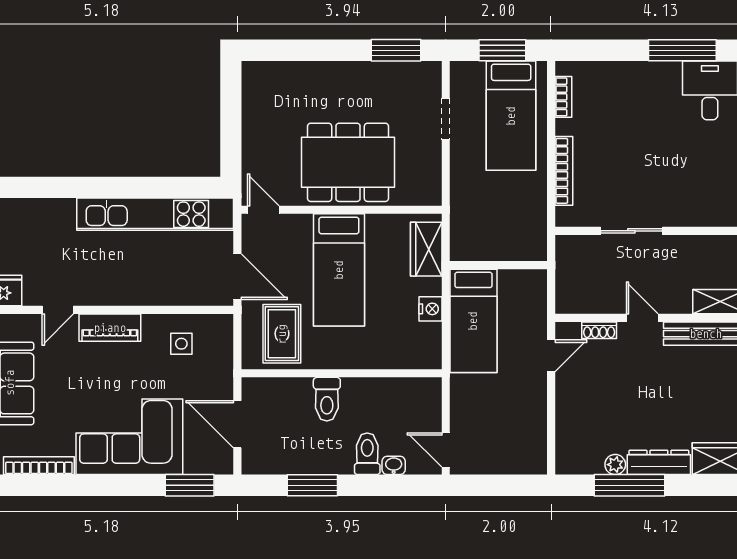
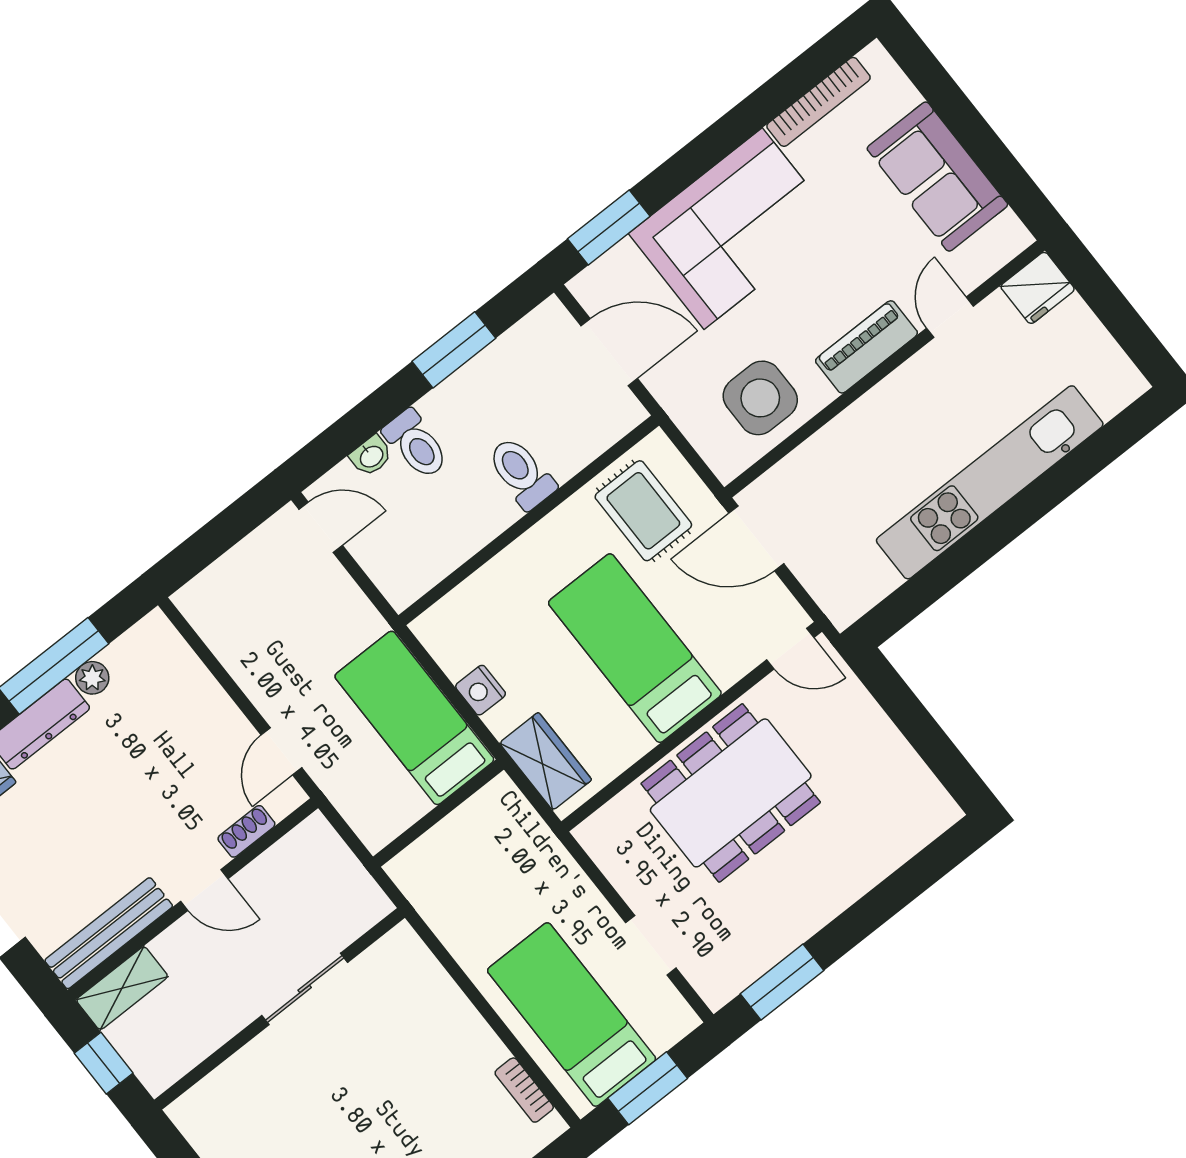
bookcase: (564, 171) -> (450, 997), removed
kitchen unit: (155, 214) -> (990, 482), moved
side table: (181, 344) -> (760, 398), width x1.87, depth x1.87

